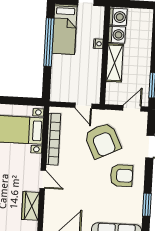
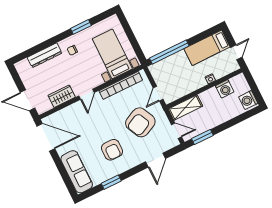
washing machine: (118, 17) -> (248, 100), moved, turned 90
window: (49, 42) -> (169, 52), moved
shelving: (115, 63) -> (185, 108), moved
armchair: (122, 176) -> (112, 150), moved

